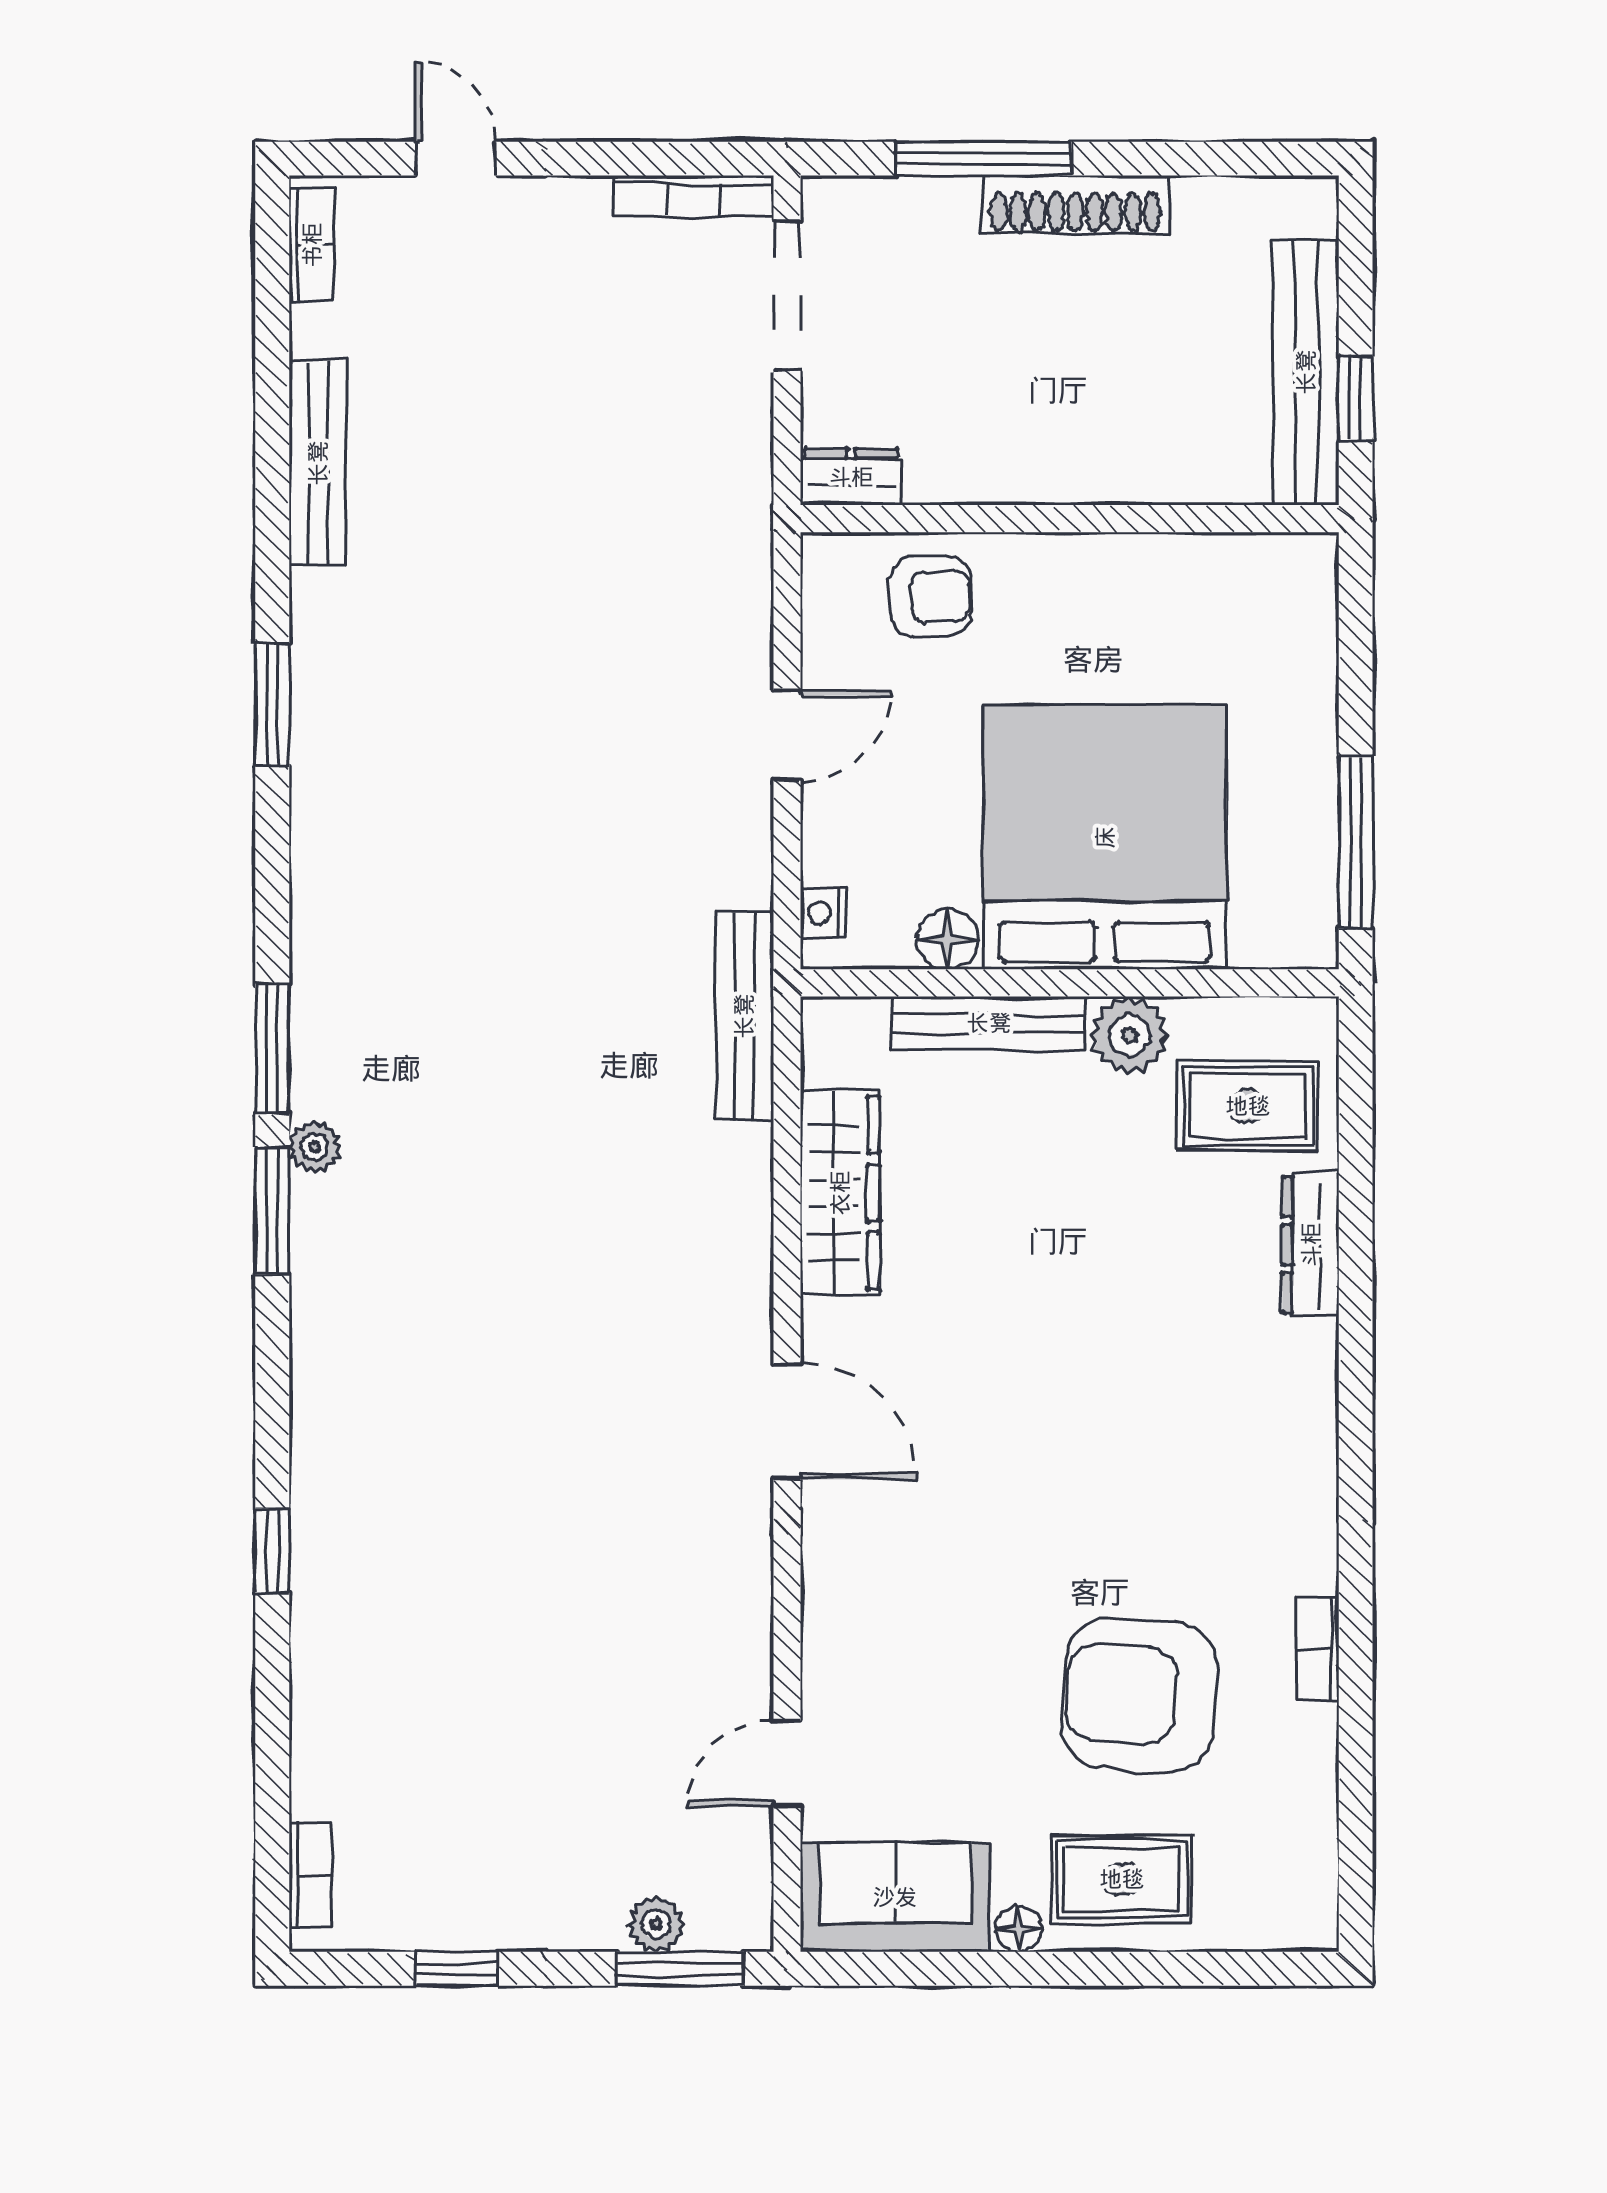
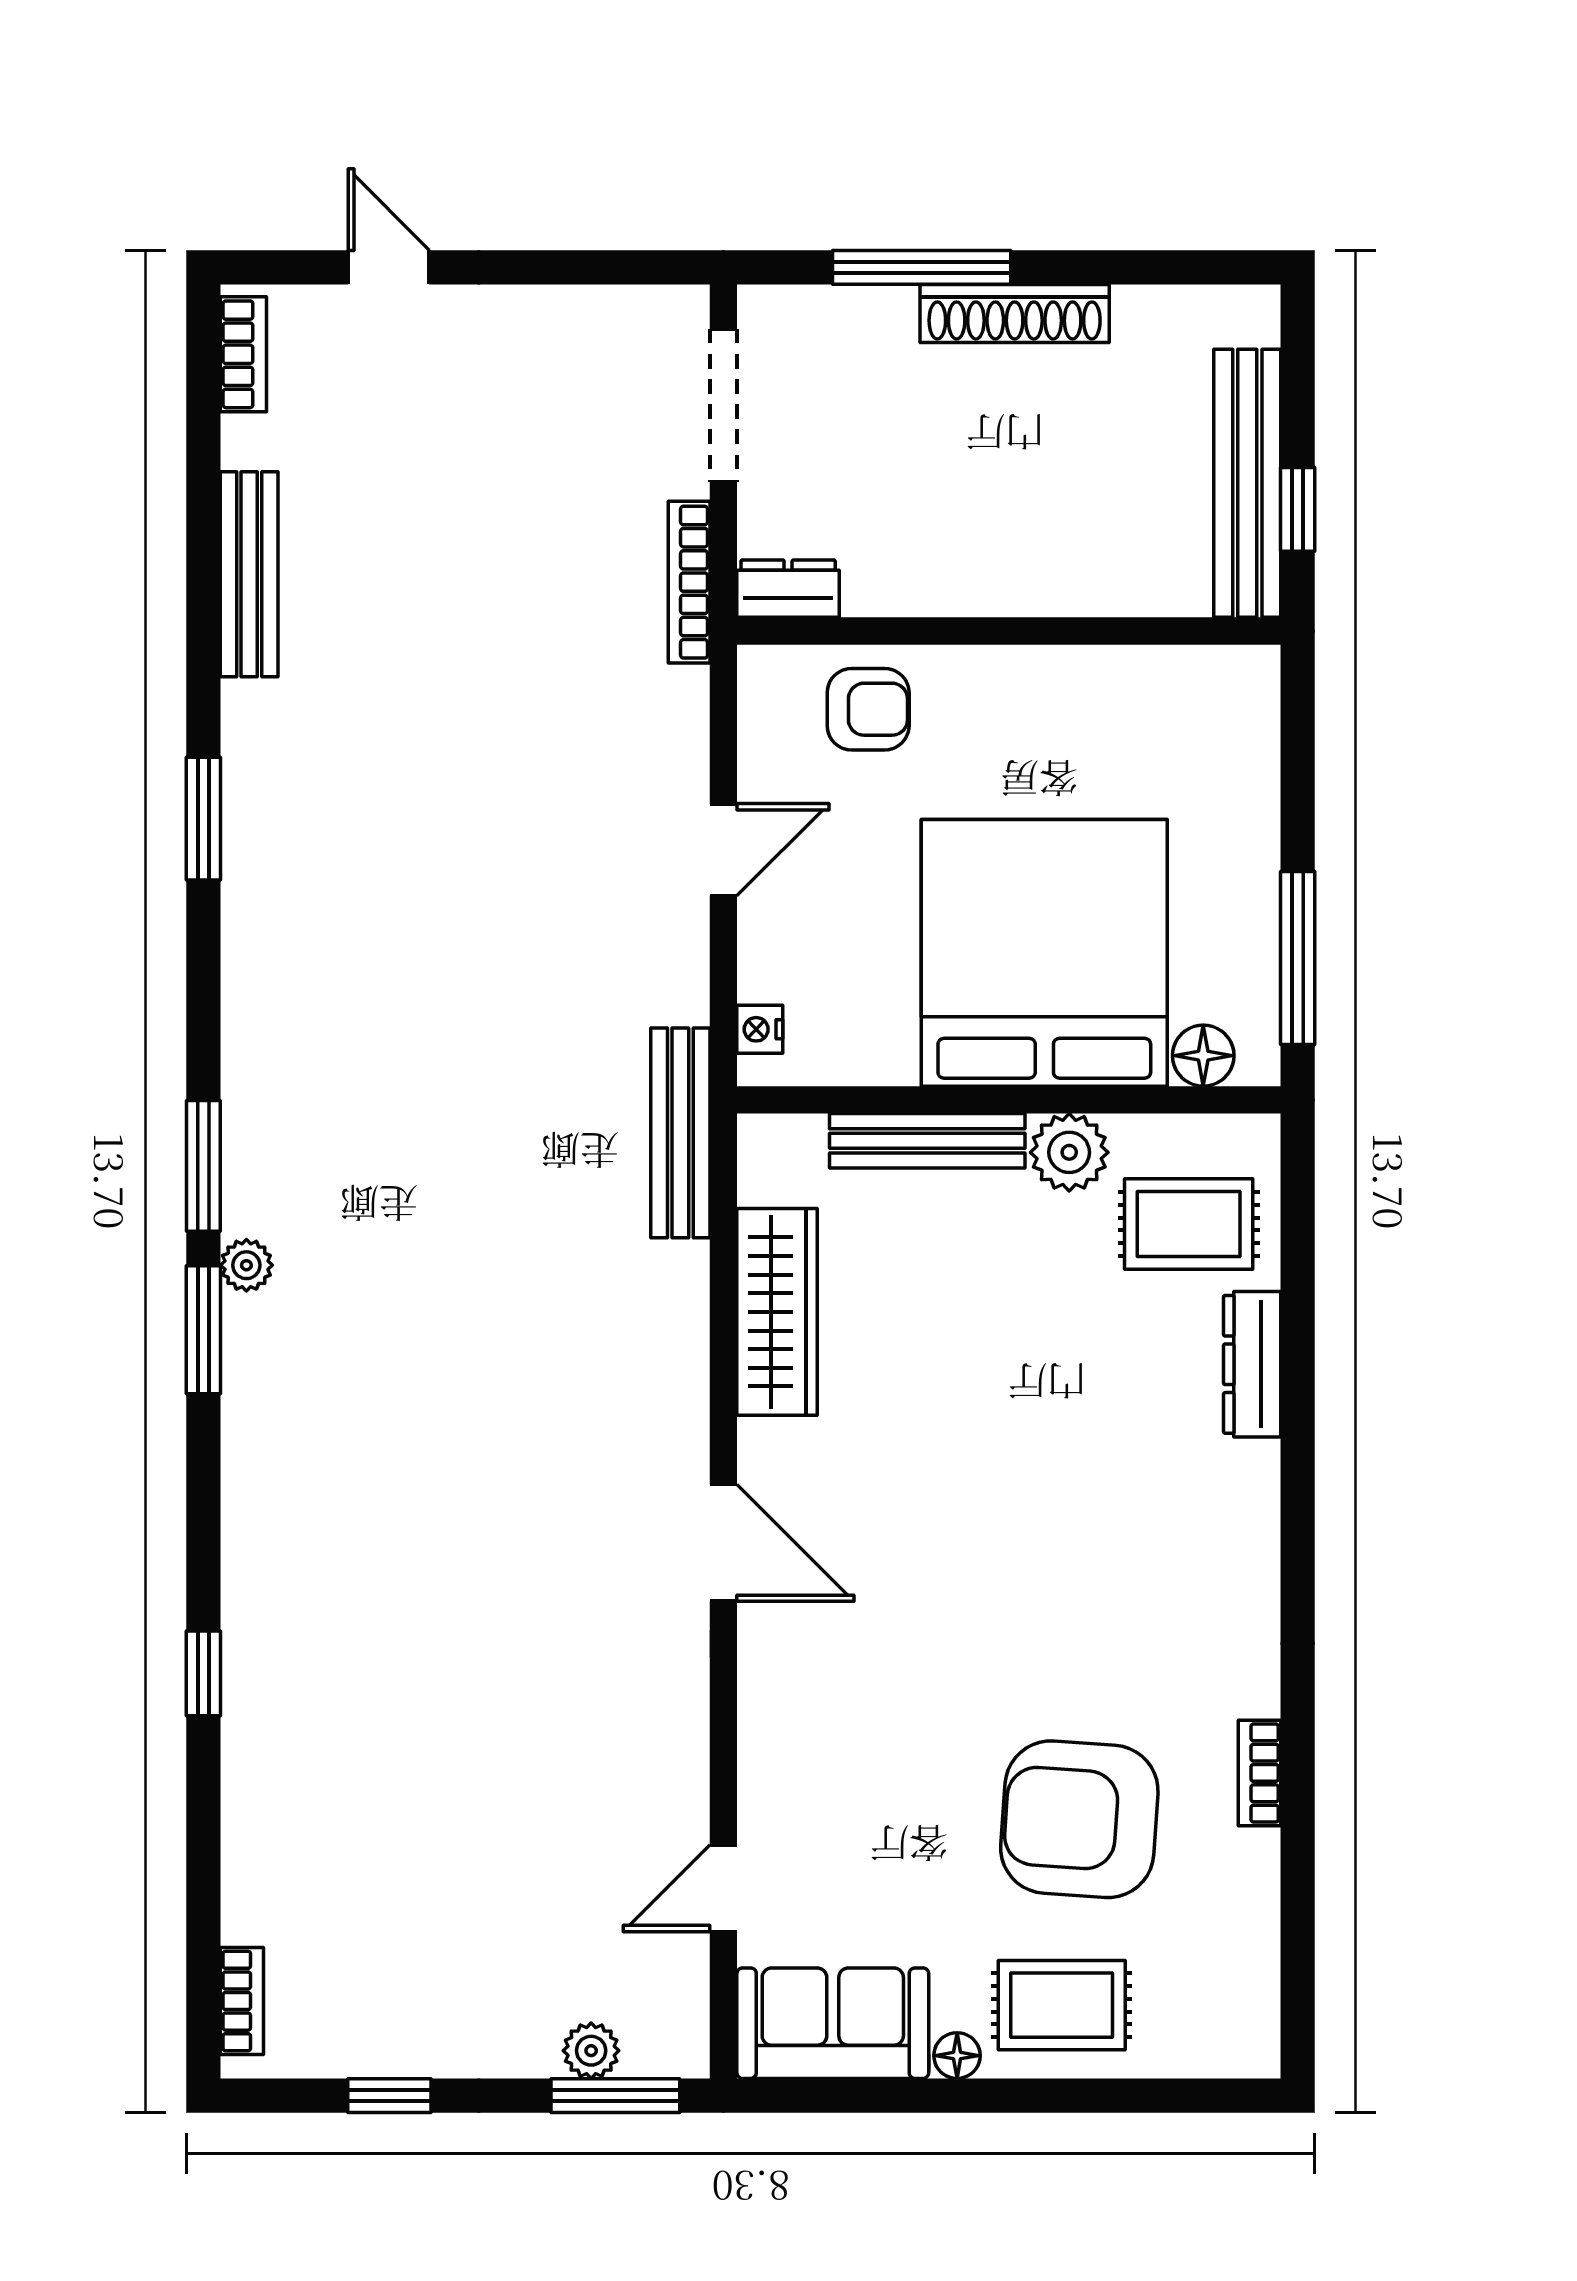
bookcase: (693, 196) -> (689, 582), moved, turned 90
floor lamp: (947, 939) -> (1203, 1056), moved

